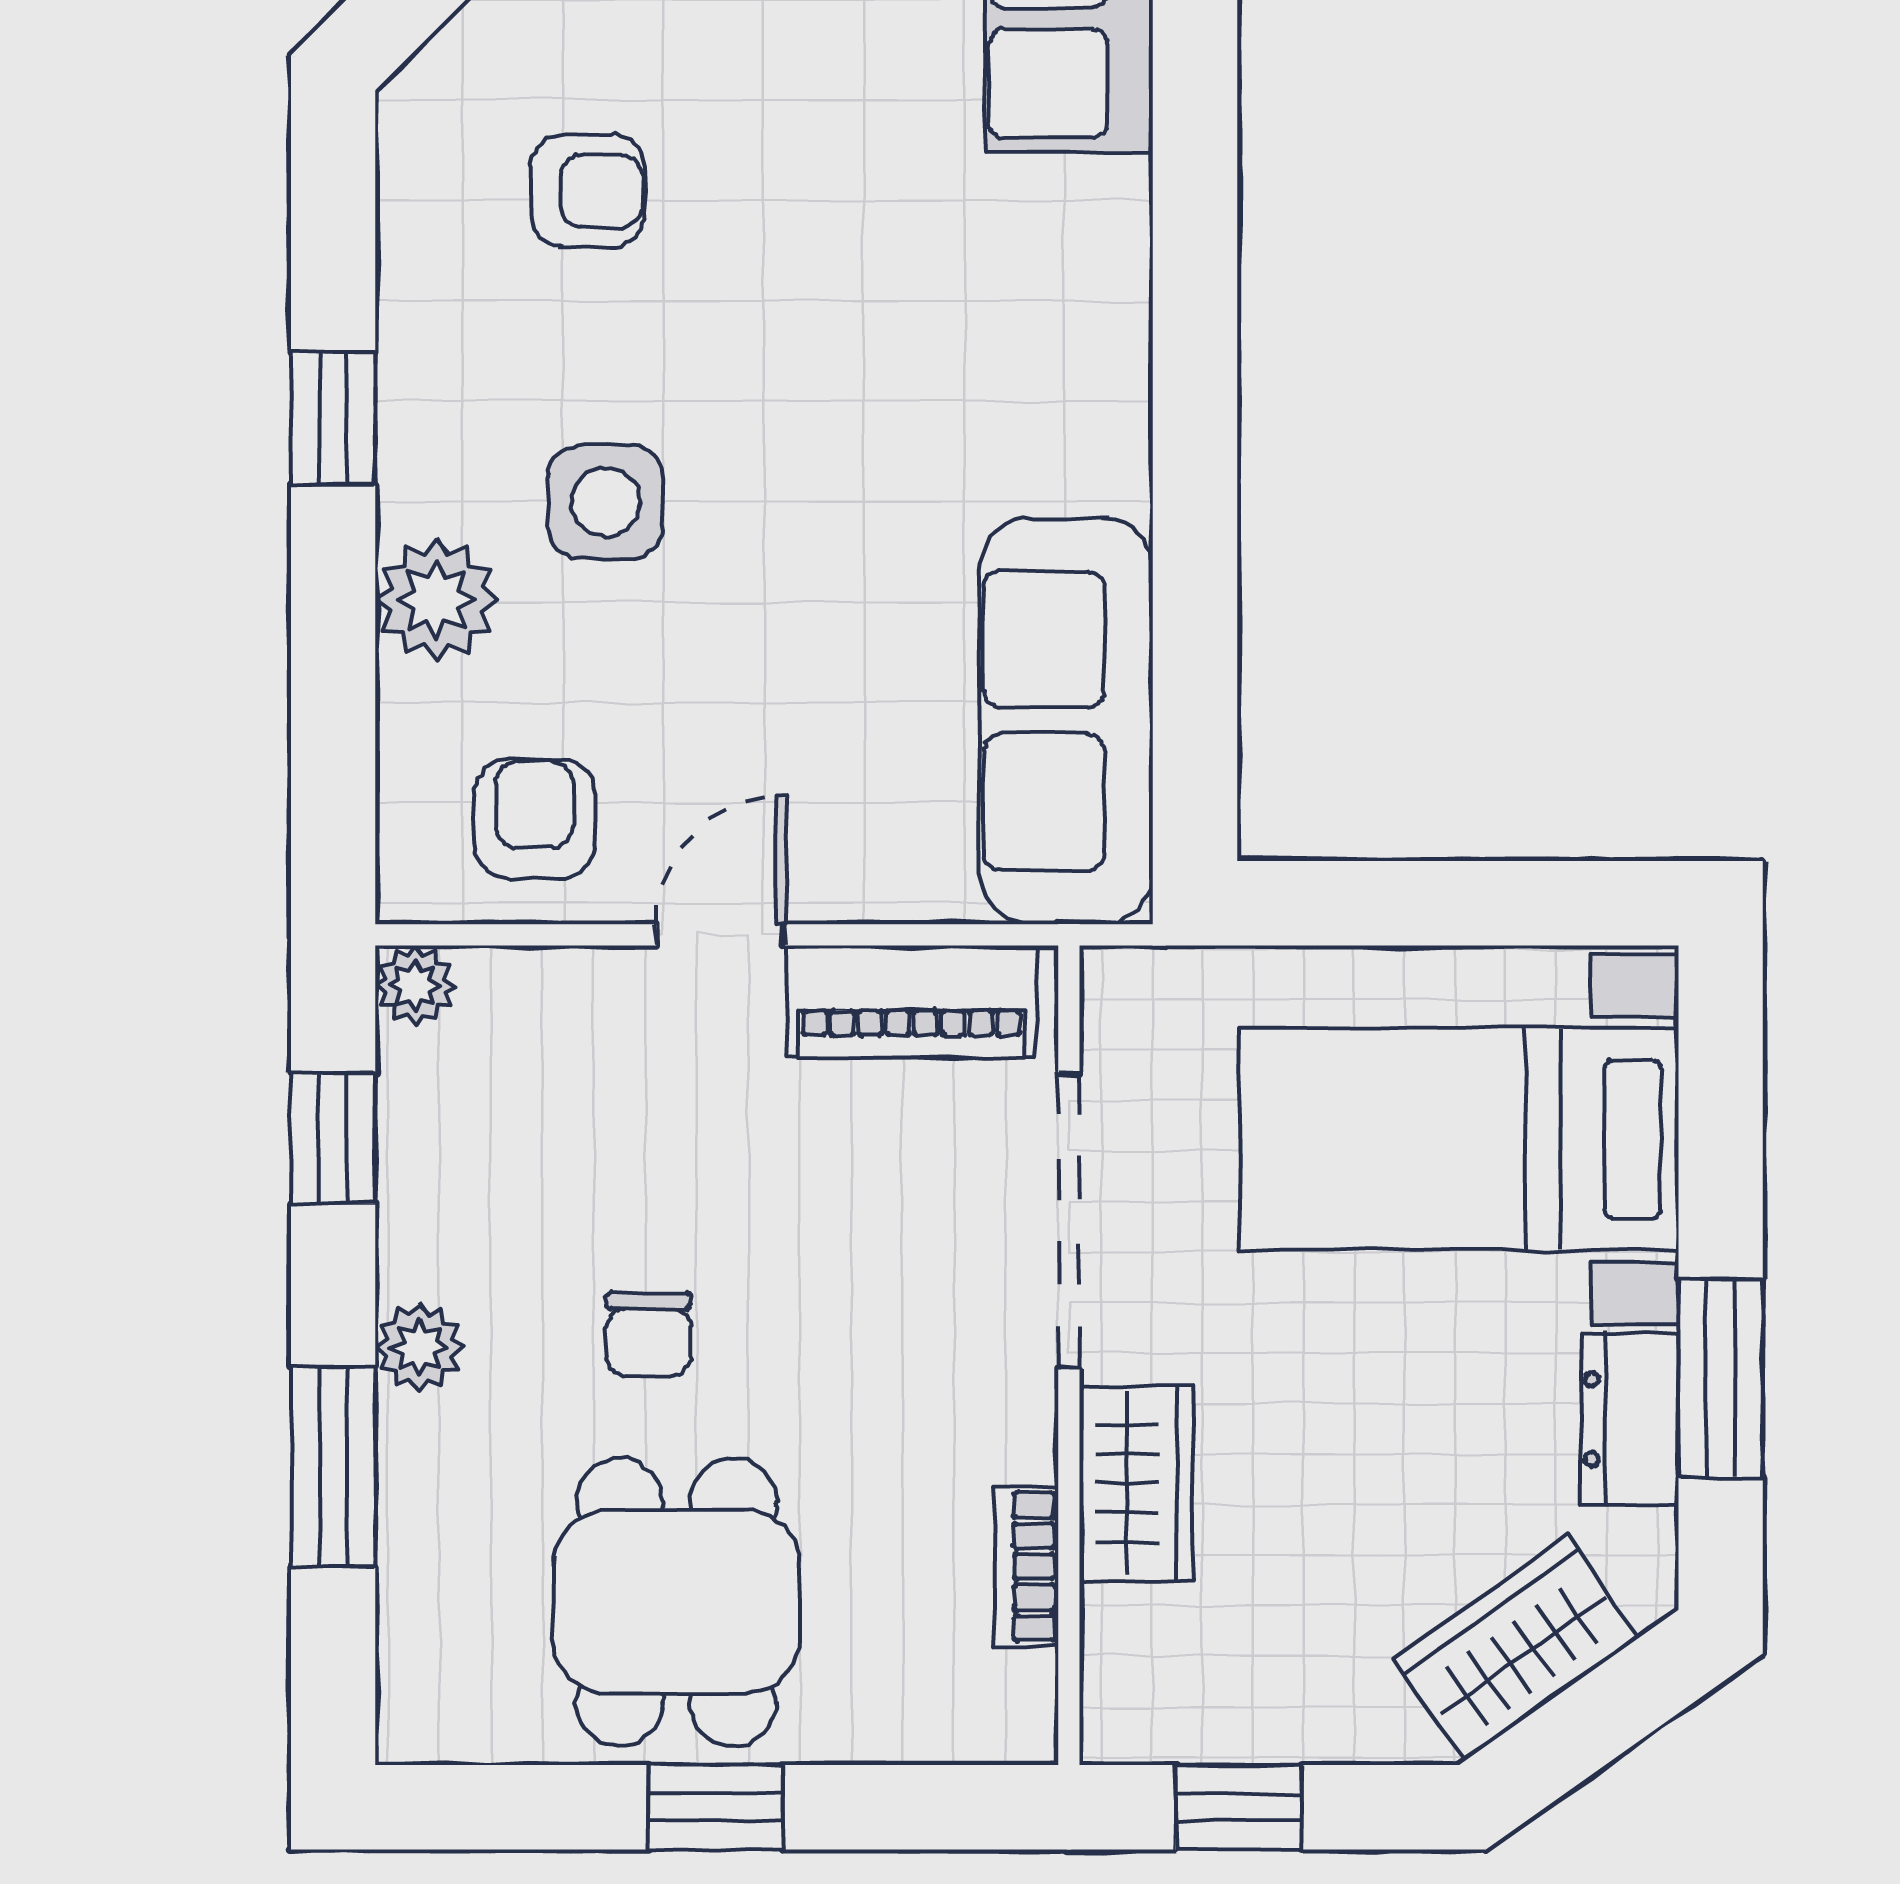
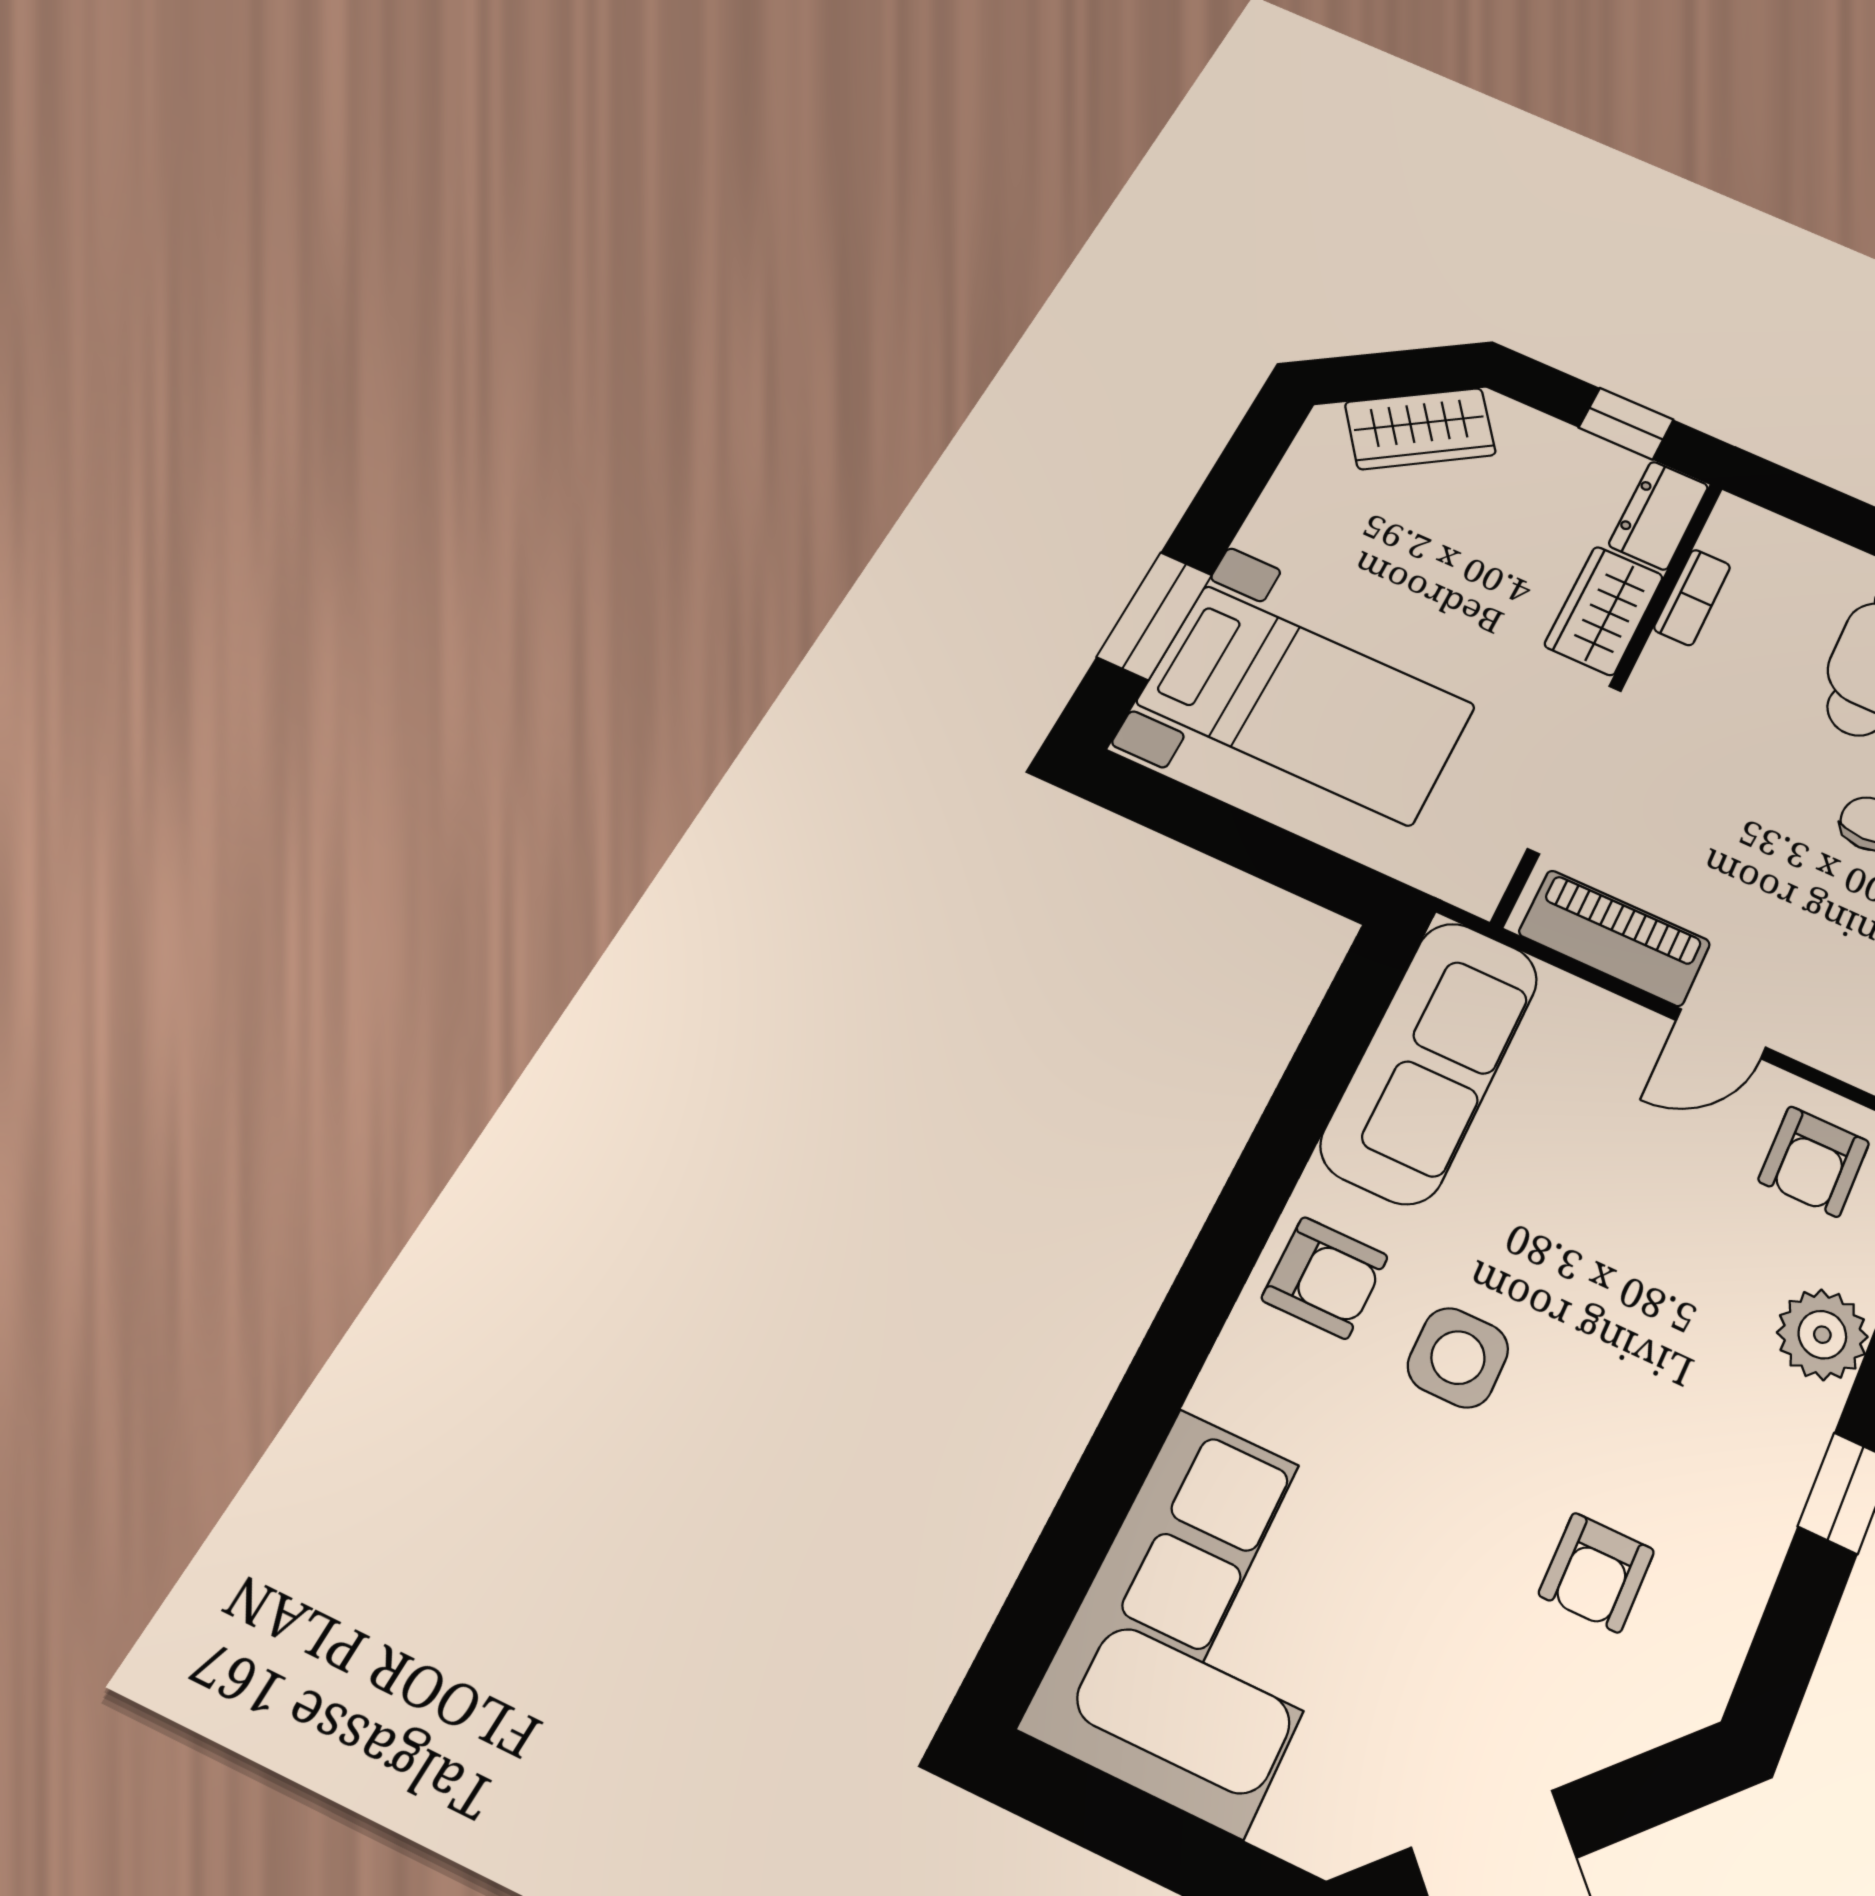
armchair: (588, 191) -> (1596, 1572), turned -90
armchair: (1063, 386) -> (1325, 1278), added
side table: (606, 502) -> (1458, 1358), moved
window: (1721, 1378) -> (1155, 616), moved
dresser: (1630, 1419) -> (1659, 515), moved, turned 180

